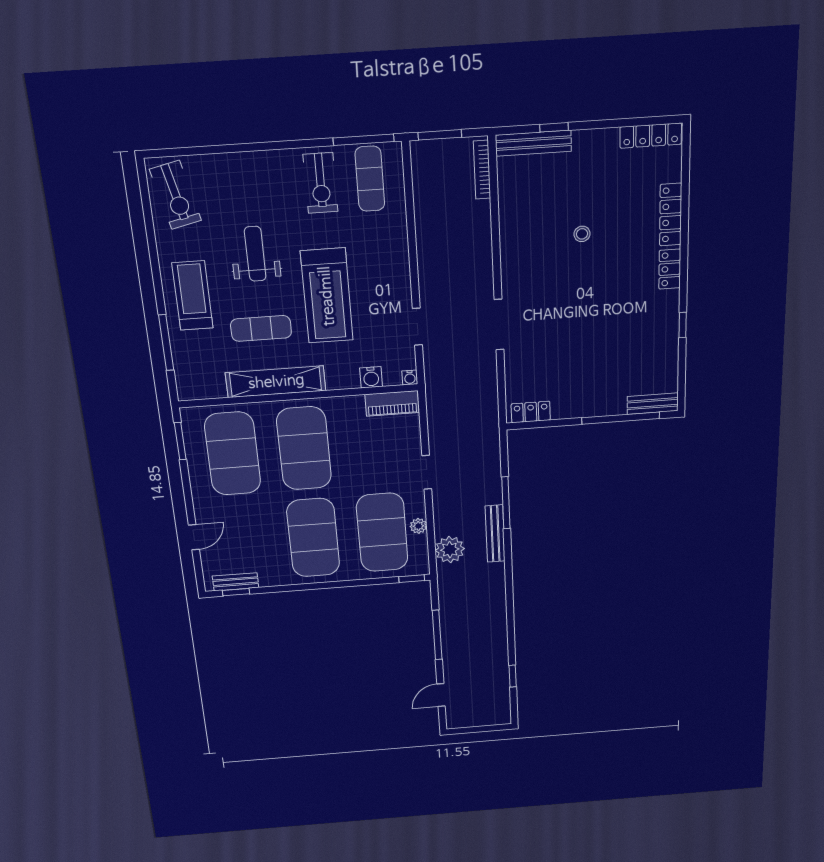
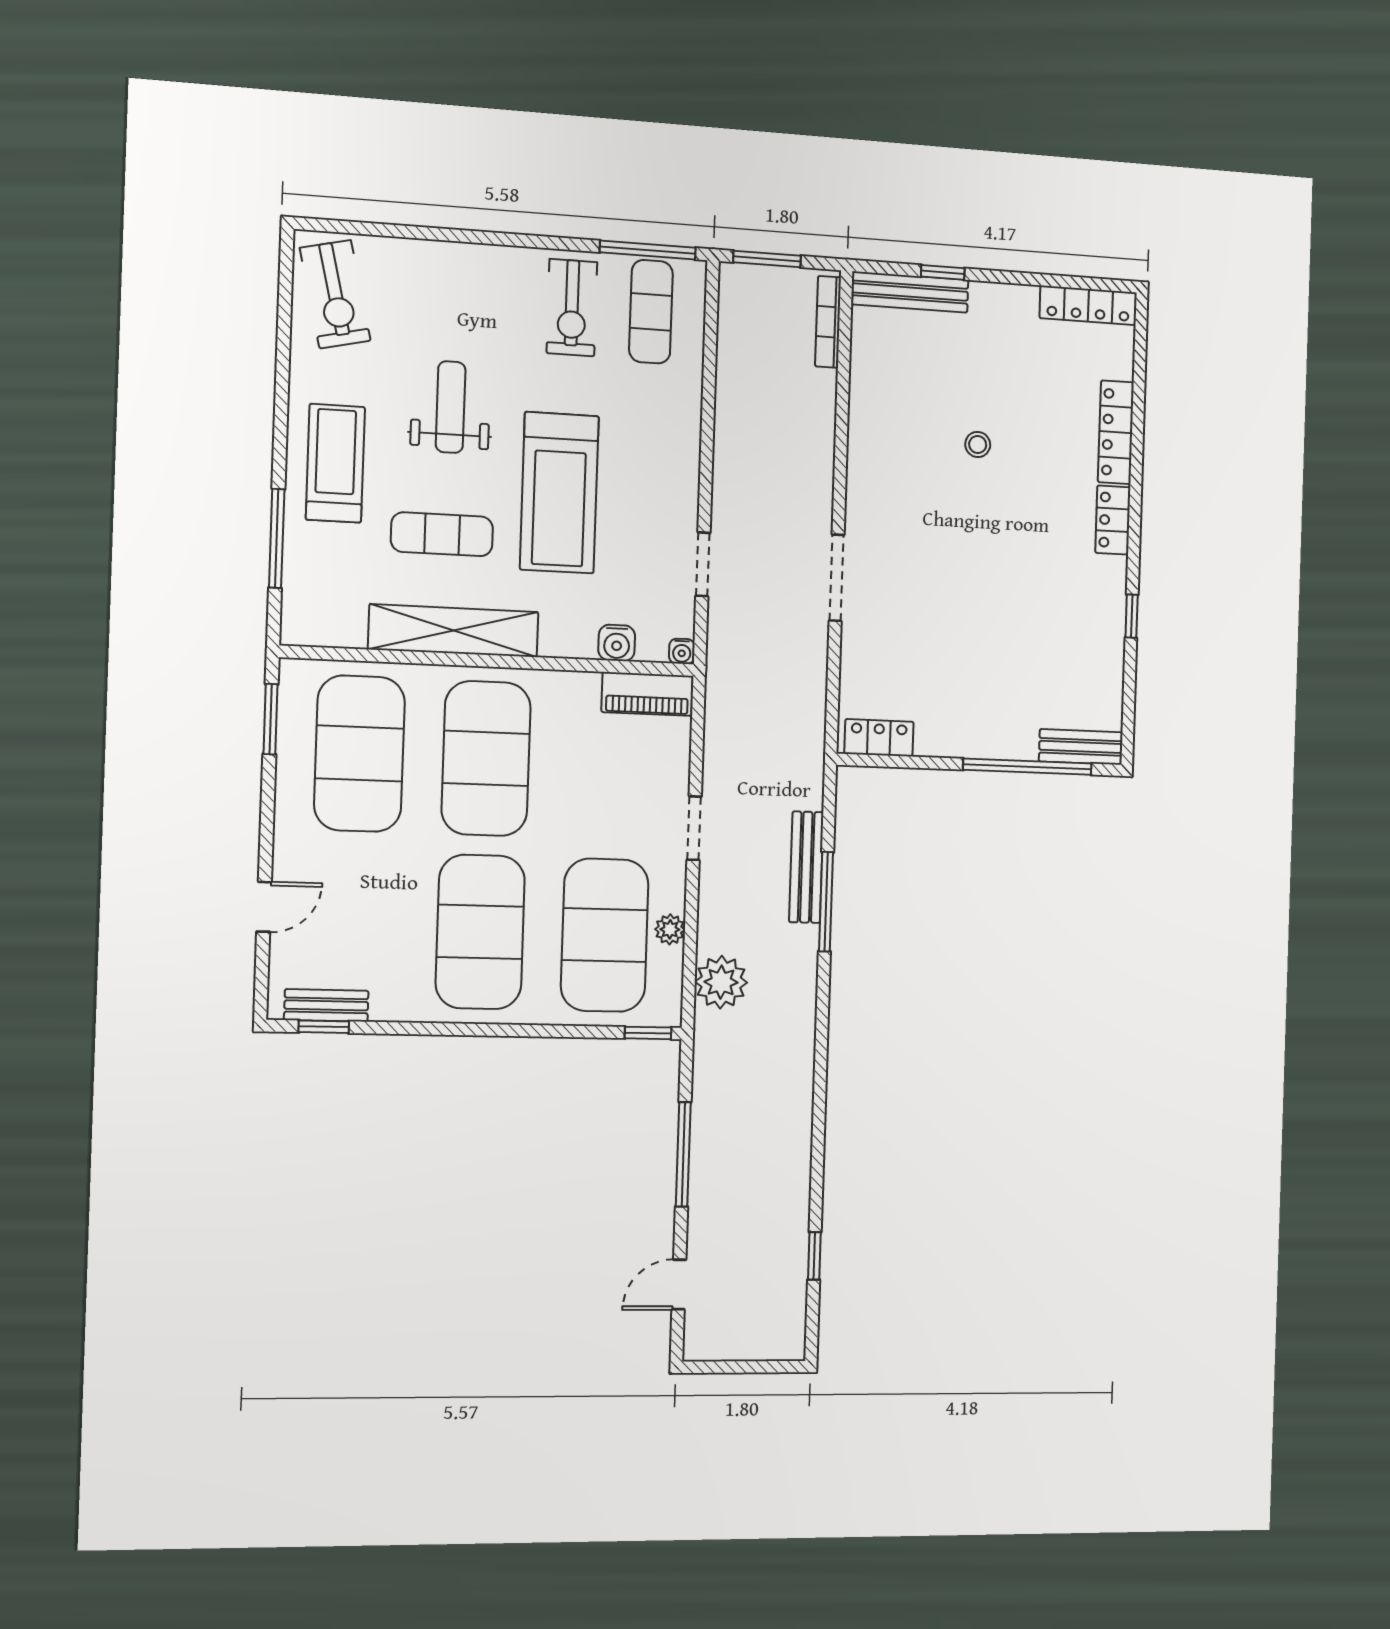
bench: (495, 534) -> (806, 867), moved

